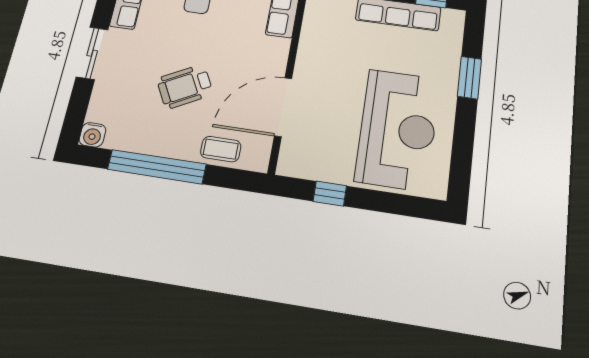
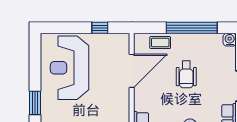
wheelchair: (185, 87) -> (186, 74), turned 118

